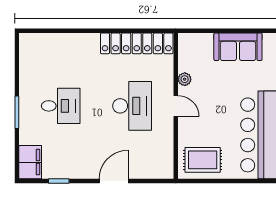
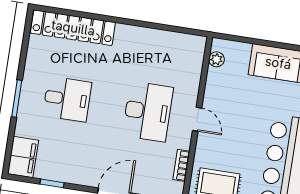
locker: (137, 43) -> (73, 28), moved
plant: (185, 79) -> (216, 59), moved
bookcase: (168, 148) -> (181, 165), added

